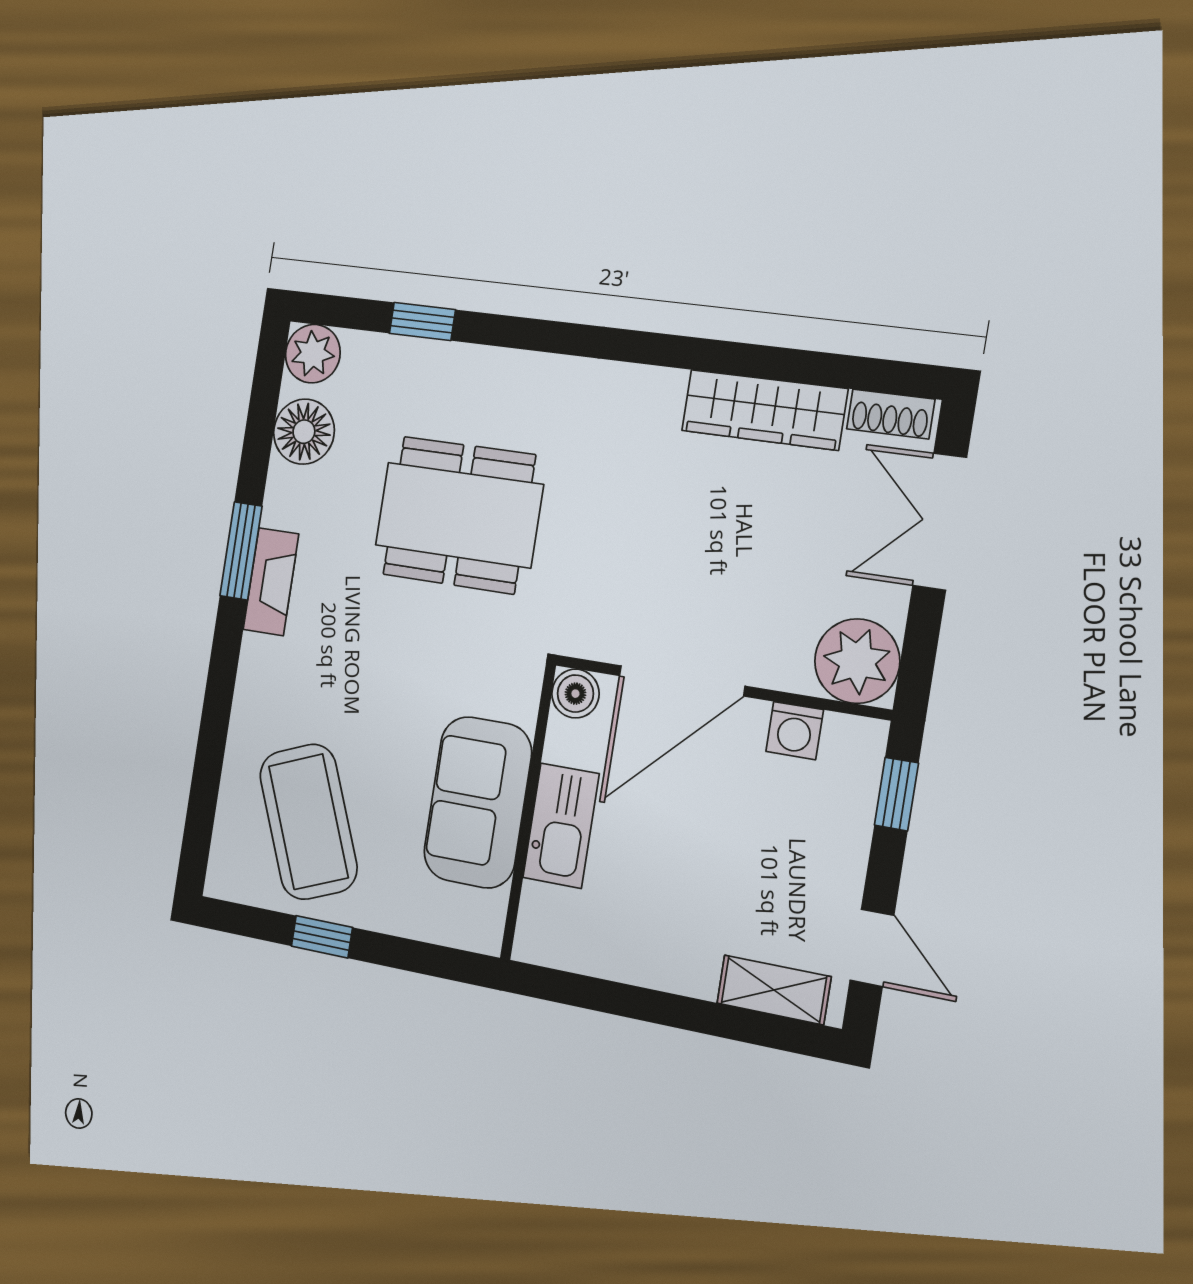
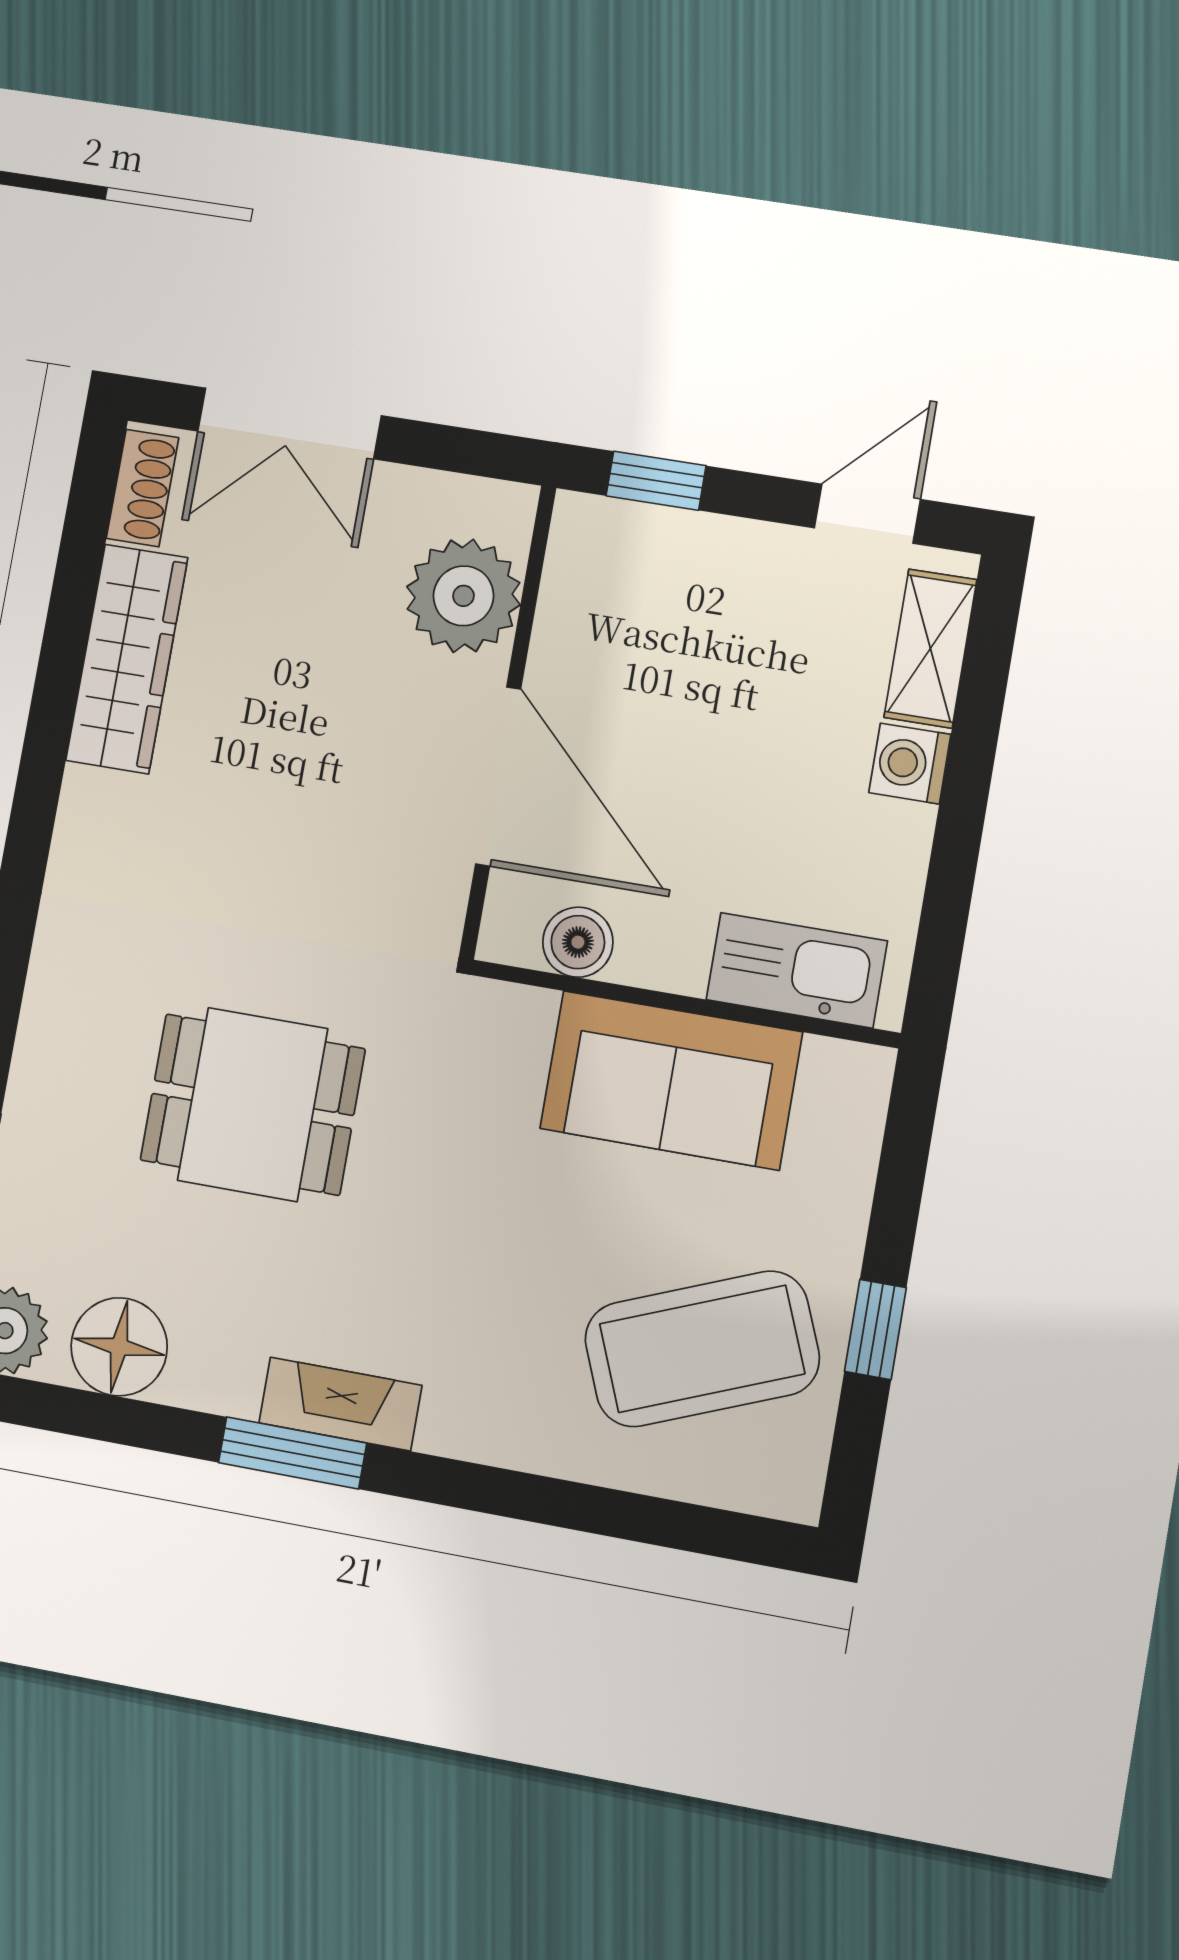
dining table: (459, 515) -> (253, 1104), width x0.73
plant: (857, 661) -> (463, 596), moved
boiler: (575, 694) -> (578, 942), moved
washing machine: (795, 731) -> (910, 764), moved, turned 180
kitchen sink: (561, 826) -> (797, 970), moved

